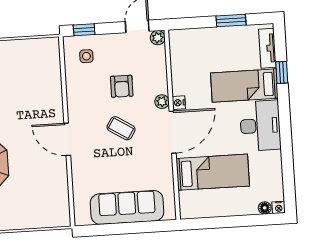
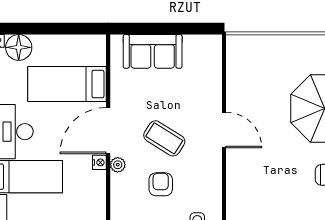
coffee table: (121, 128) -> (164, 138), width x1.36, depth x1.30
sofa: (127, 207) -> (153, 51), width x0.73
floor lamp: (265, 208) -> (19, 47), width x1.89, depth x1.89

